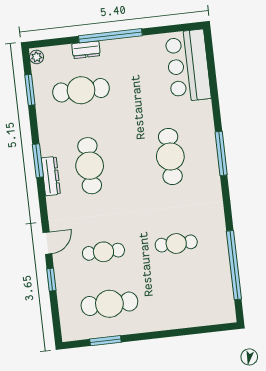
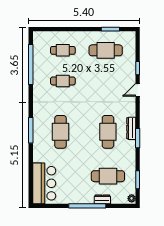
cafe table: (103, 252) -> (63, 50), moved

